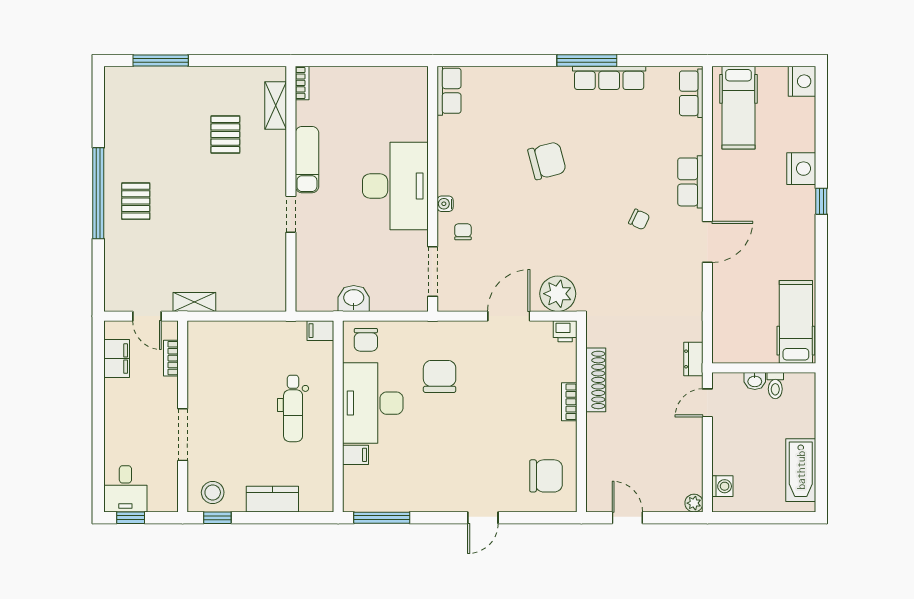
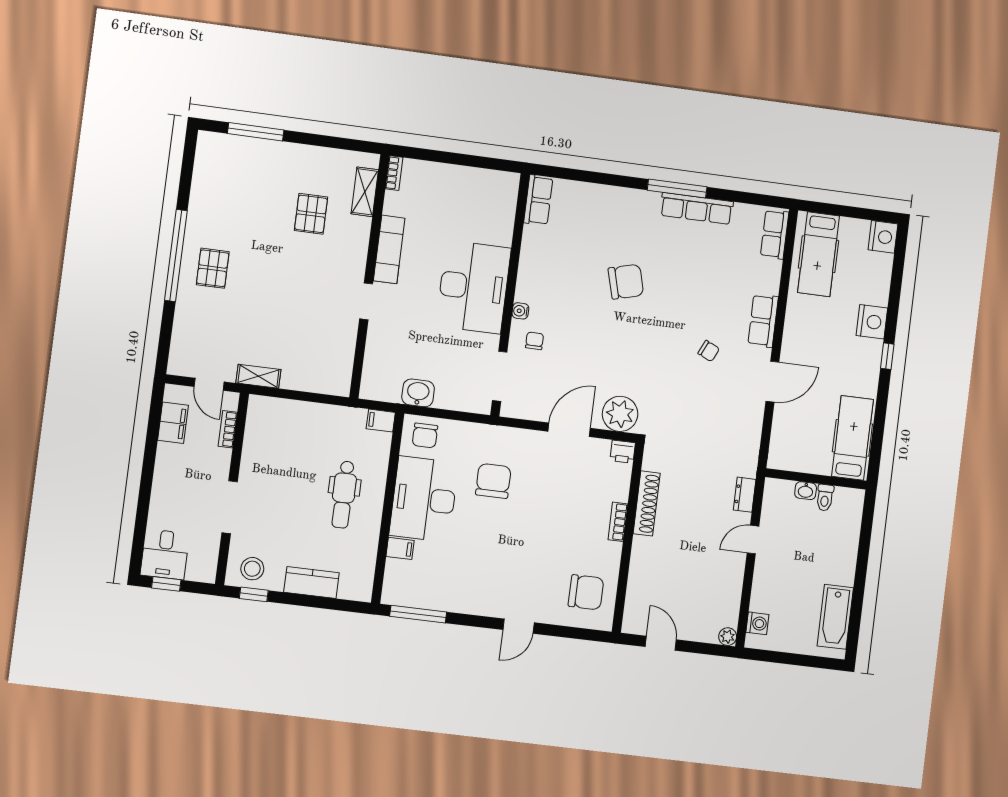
hospital bed: (796, 322) -> (852, 438), moved
wall: (764, 368) -> (816, 479), moved
washbasin: (755, 381) -> (806, 491), moved
toilet: (775, 386) -> (825, 498), moved

